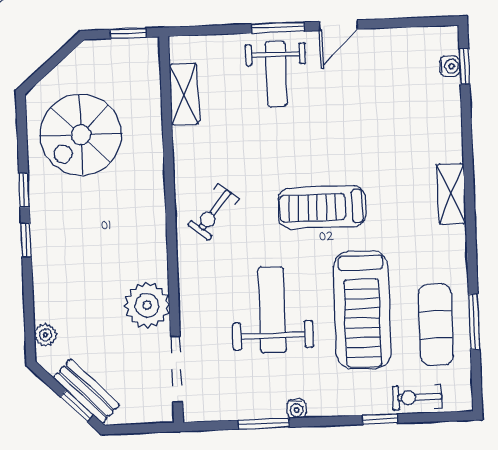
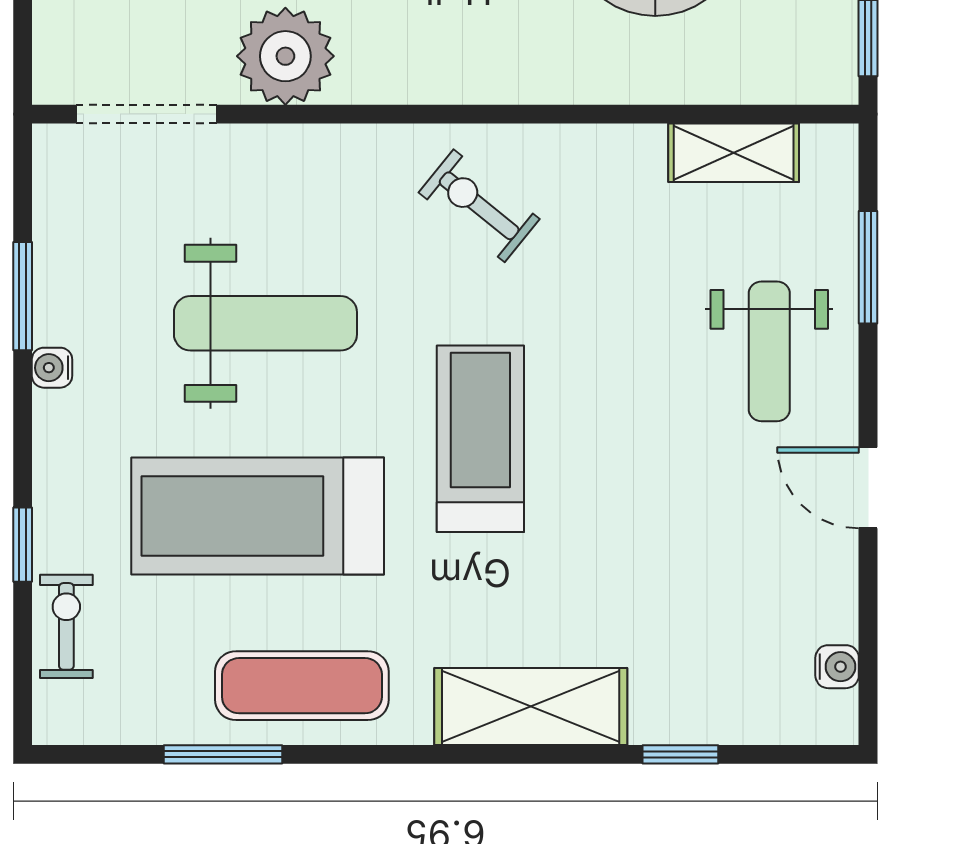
window: (278, 28) -> (868, 267), moved
water cooler: (450, 66) -> (837, 667), moved, turned -90
window: (464, 67) -> (680, 754), moved
weight bench: (276, 74) -> (769, 351), turned -90
shelving: (451, 194) -> (531, 706), width x1.50, depth x1.33
exercise mat: (436, 325) -> (302, 686), moved

